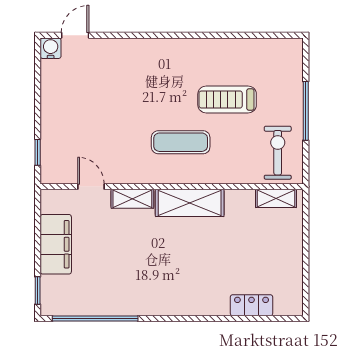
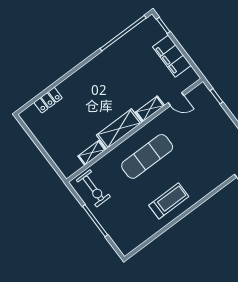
treadmill: (227, 99) -> (169, 201), moved
exercise mat: (181, 142) -> (147, 156), width x1.36, depth x1.45
shelving: (276, 198) -> (92, 153), moved

